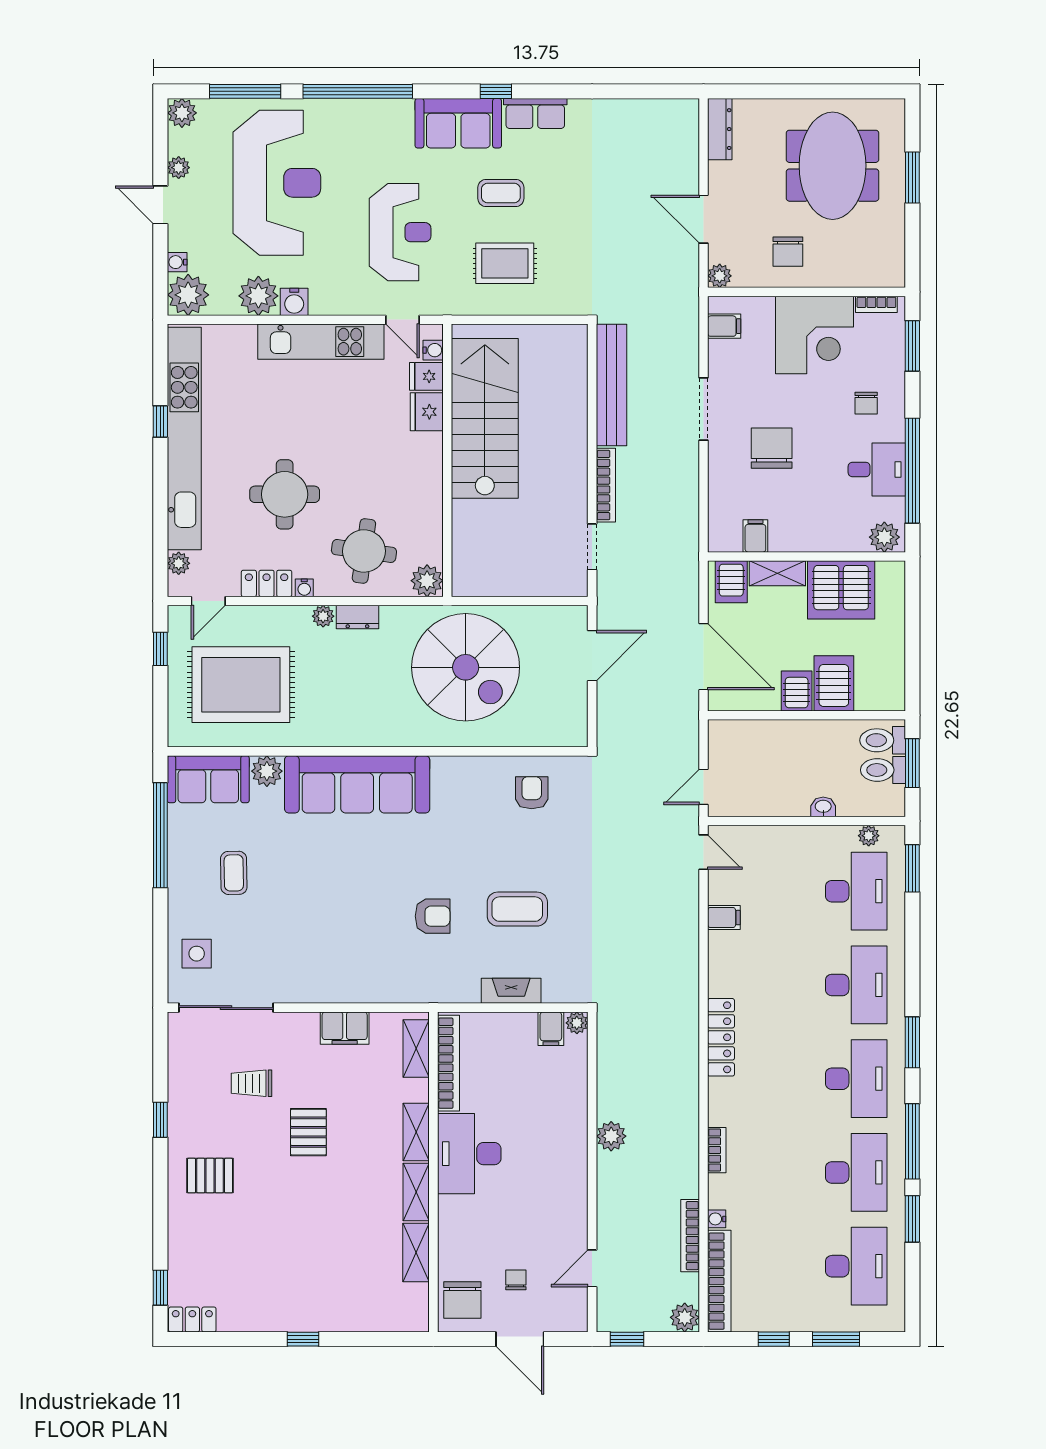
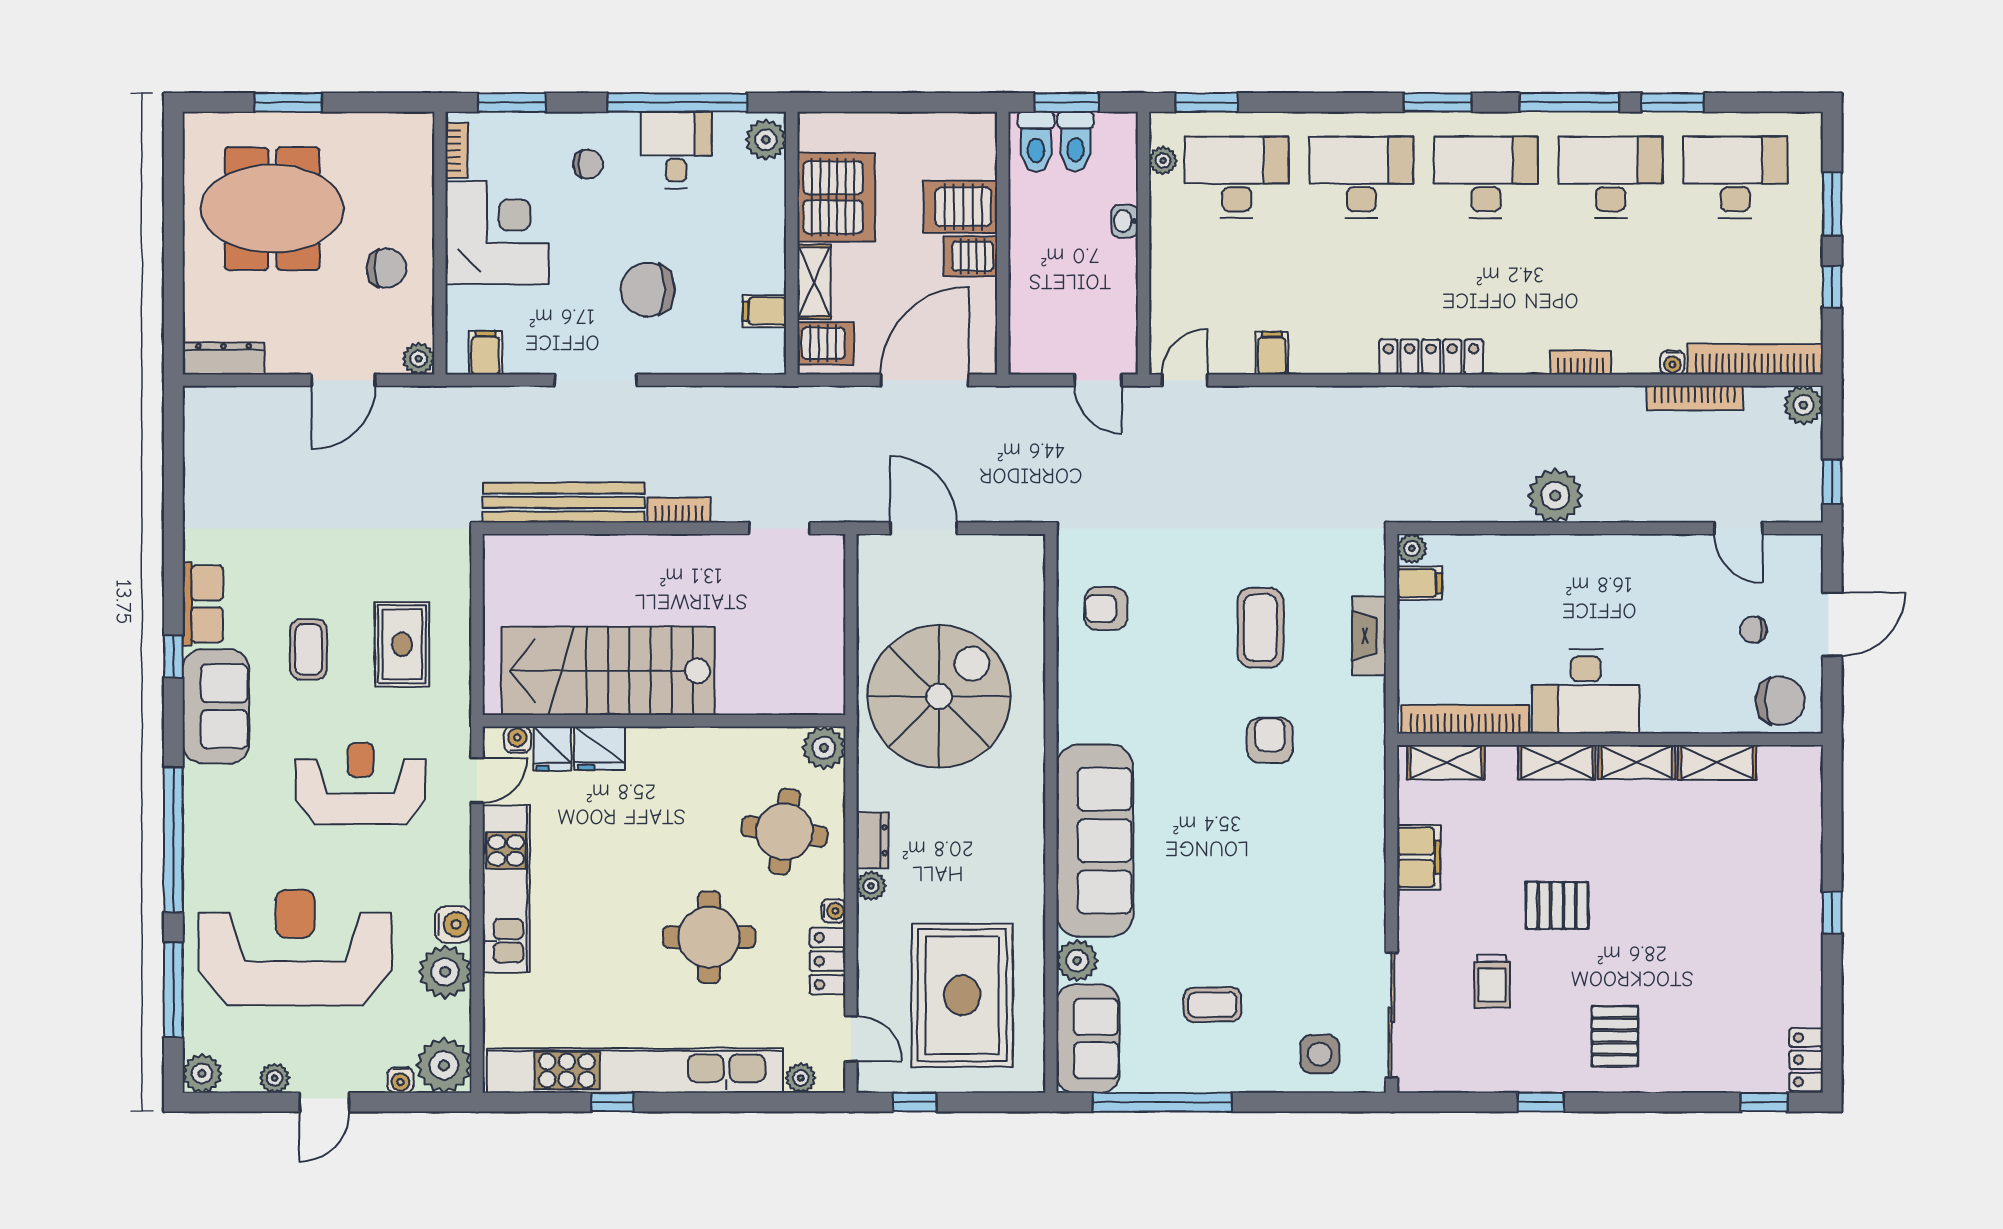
bookcase: (606, 485) -> (679, 510), width x0.64
plant: (611, 1136) -> (1555, 496), width x1.36, depth x1.36

